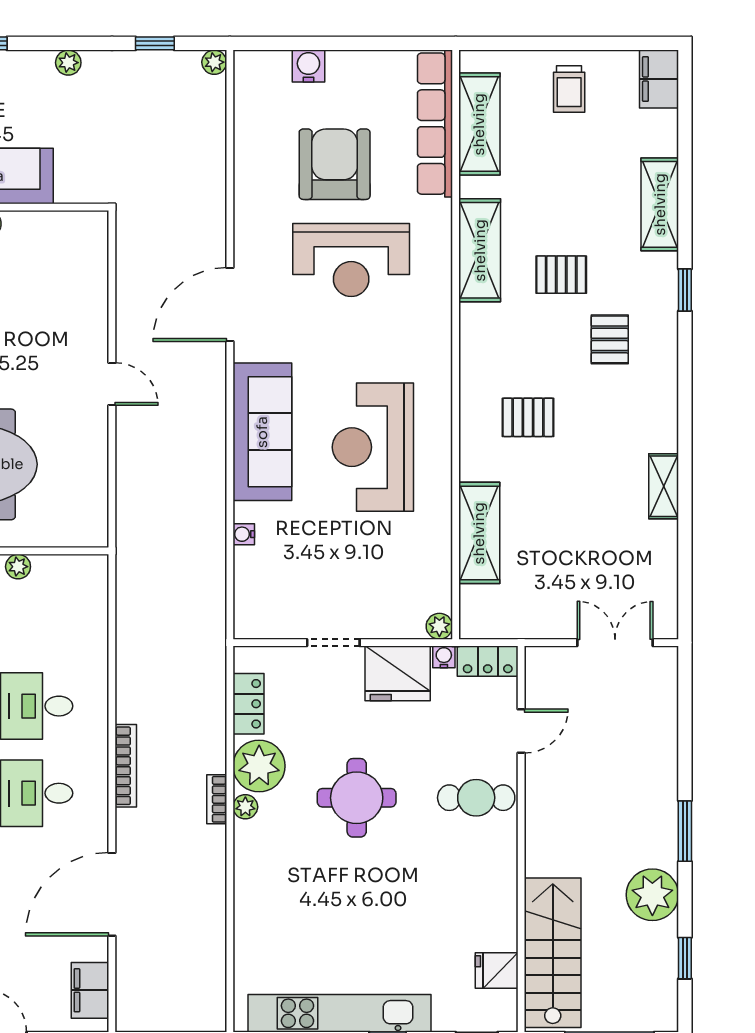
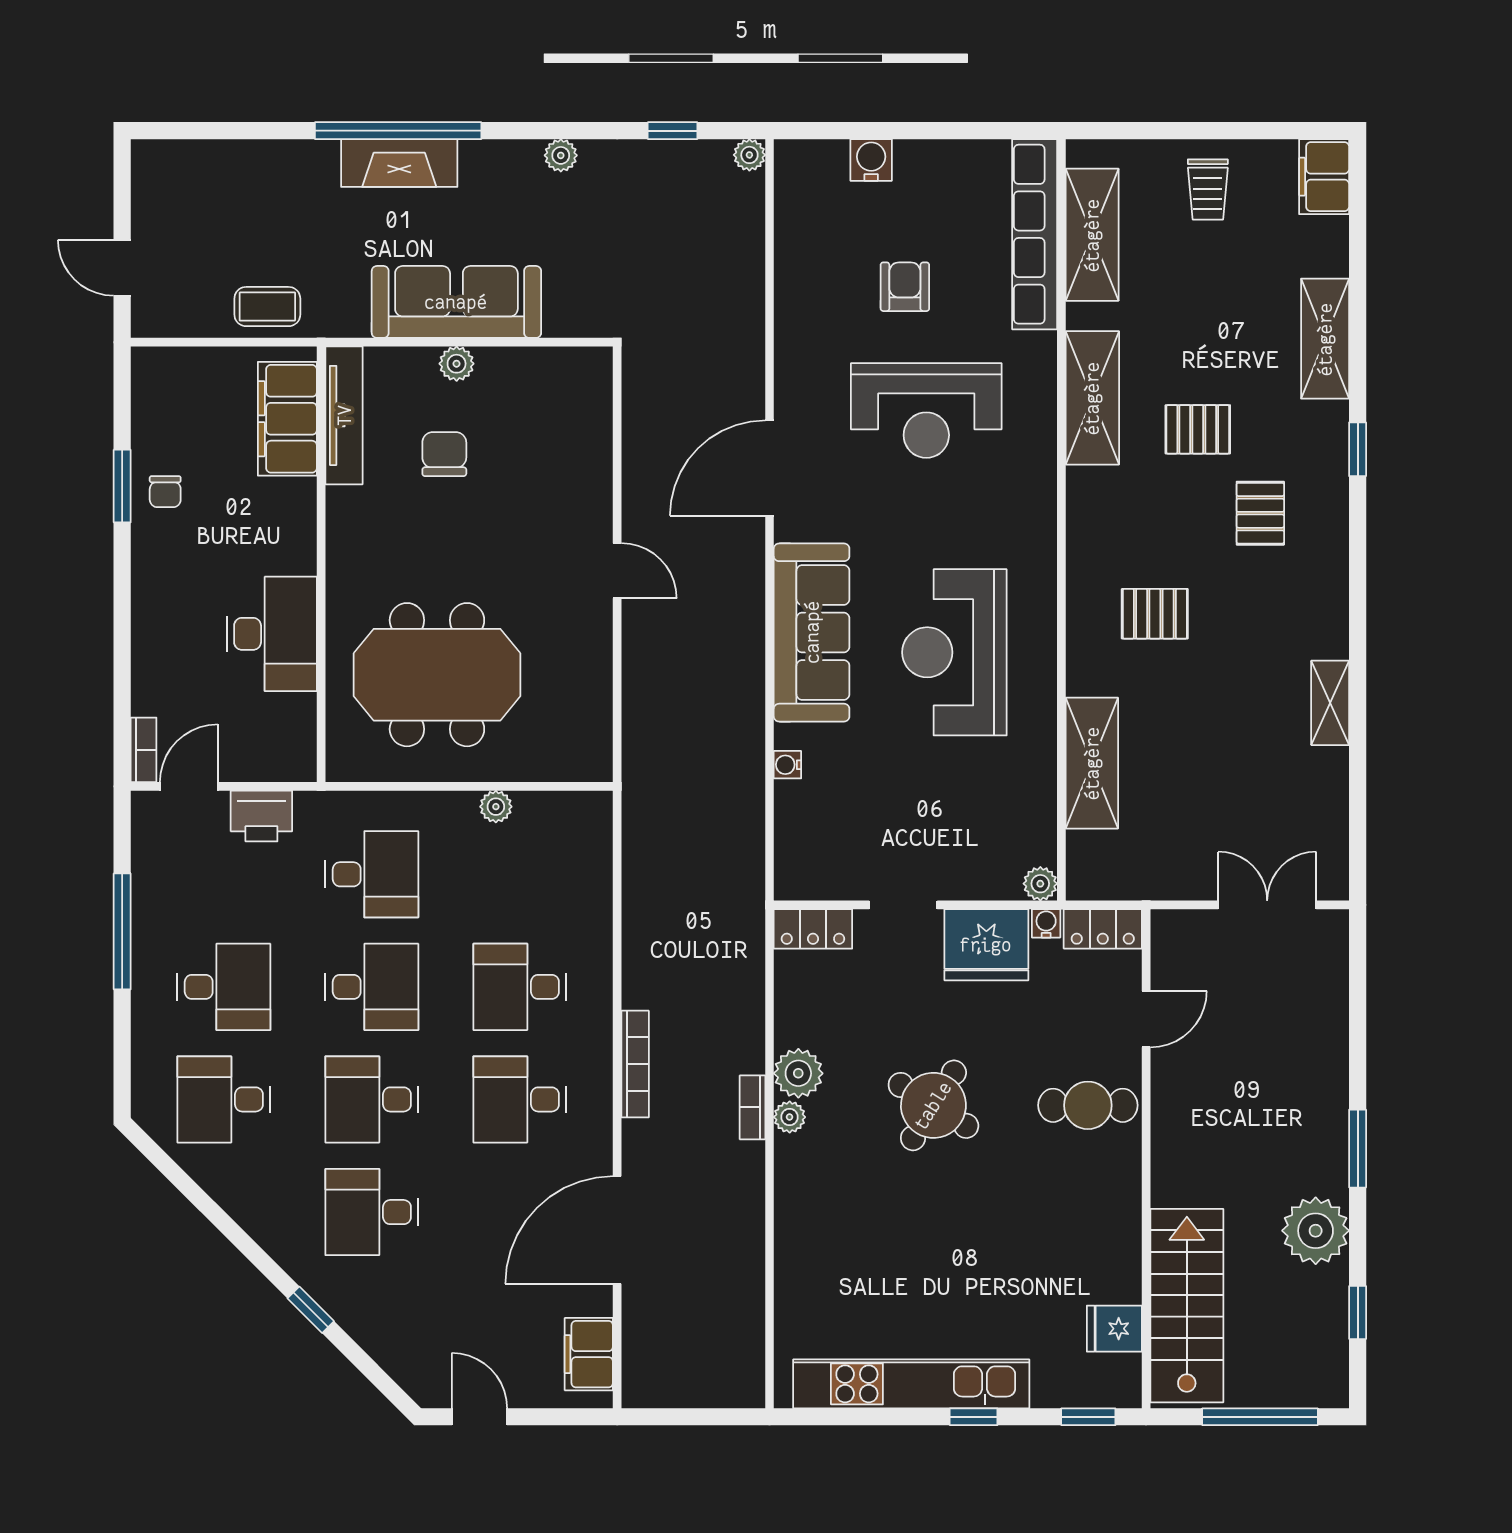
armchair: (335, 164) -> (905, 287), width x0.53, depth x0.53
locker: (248, 704) -> (813, 929), moved, turned 90
plant: (259, 766) -> (798, 1073), width x0.73, depth x0.73
round table: (357, 798) -> (933, 1105), turned 32

